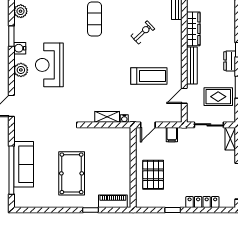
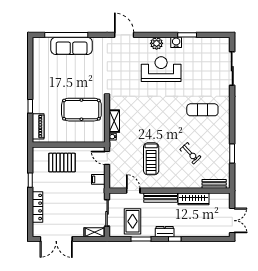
plant: (21, 11) -> (210, 43), removed
pool table: (72, 173) -> (81, 110), moved

